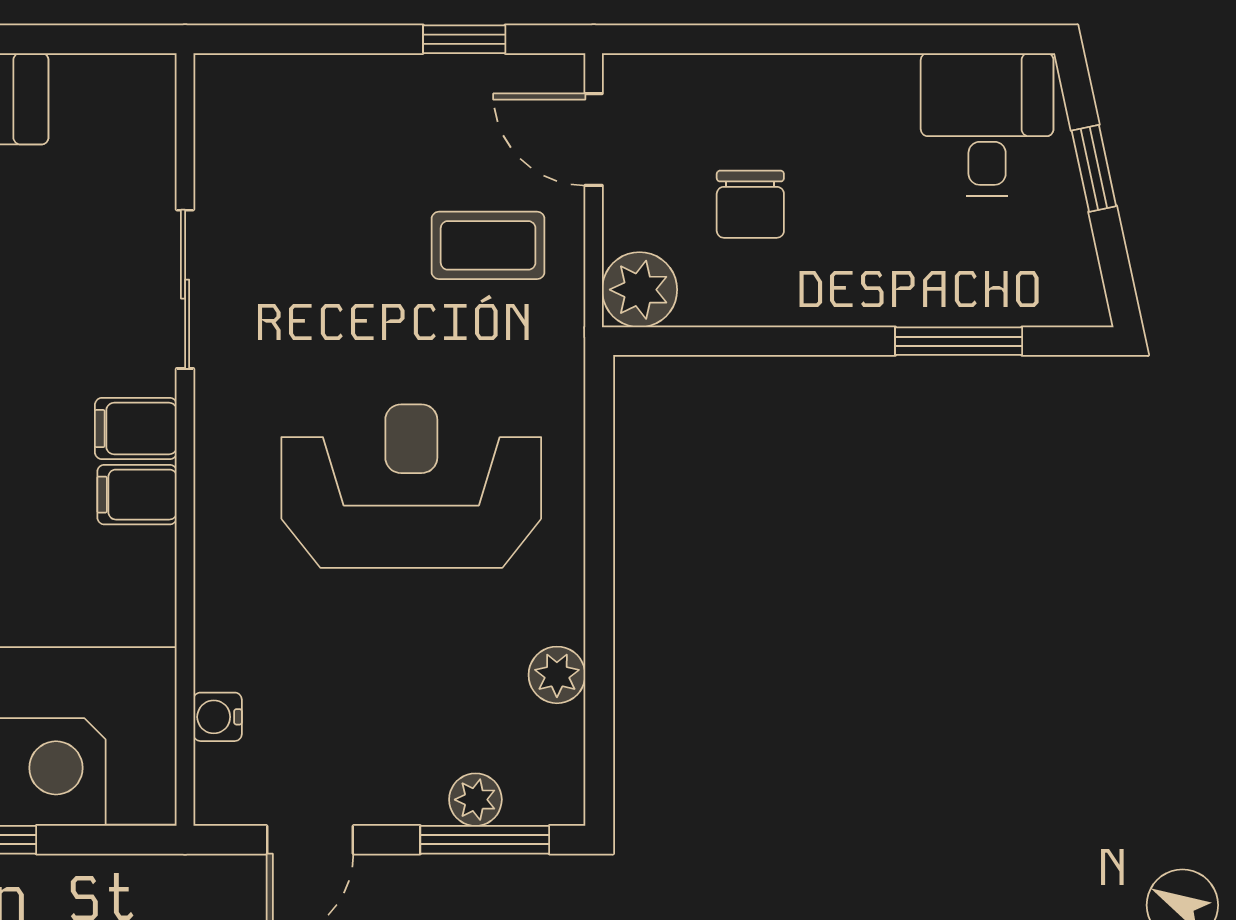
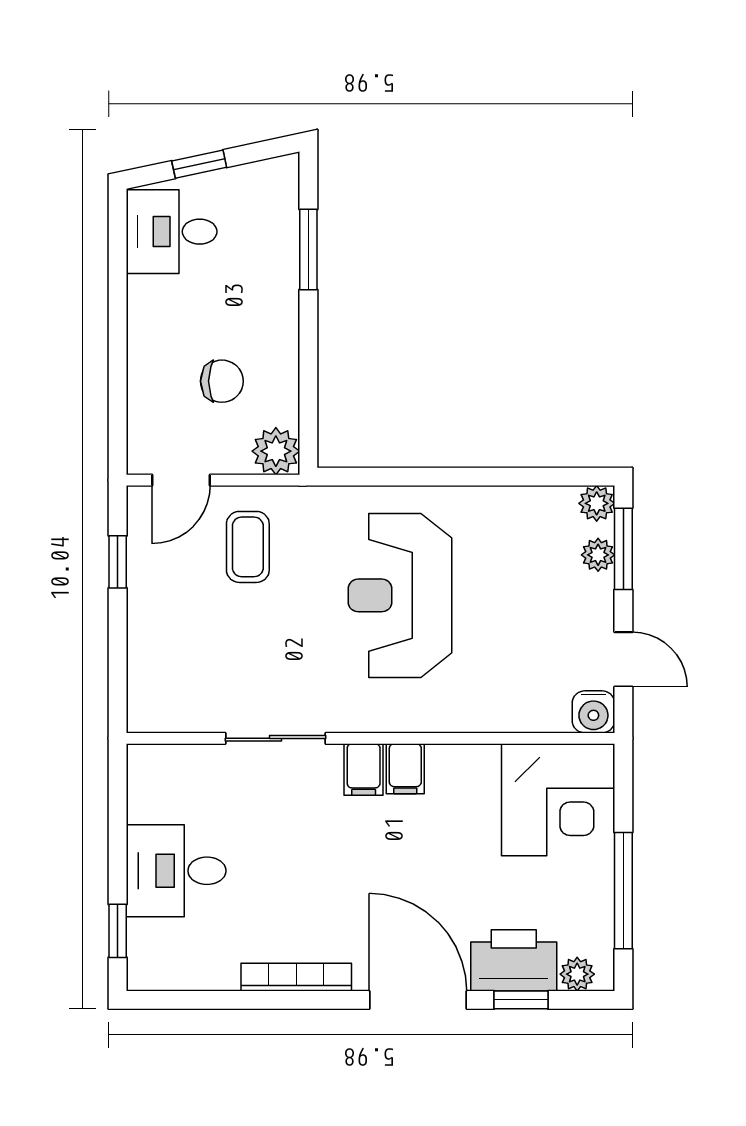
plant: (557, 675) -> (597, 503), moved
water cooler: (218, 717) -> (593, 712), moved, width x1.38, depth x1.38

